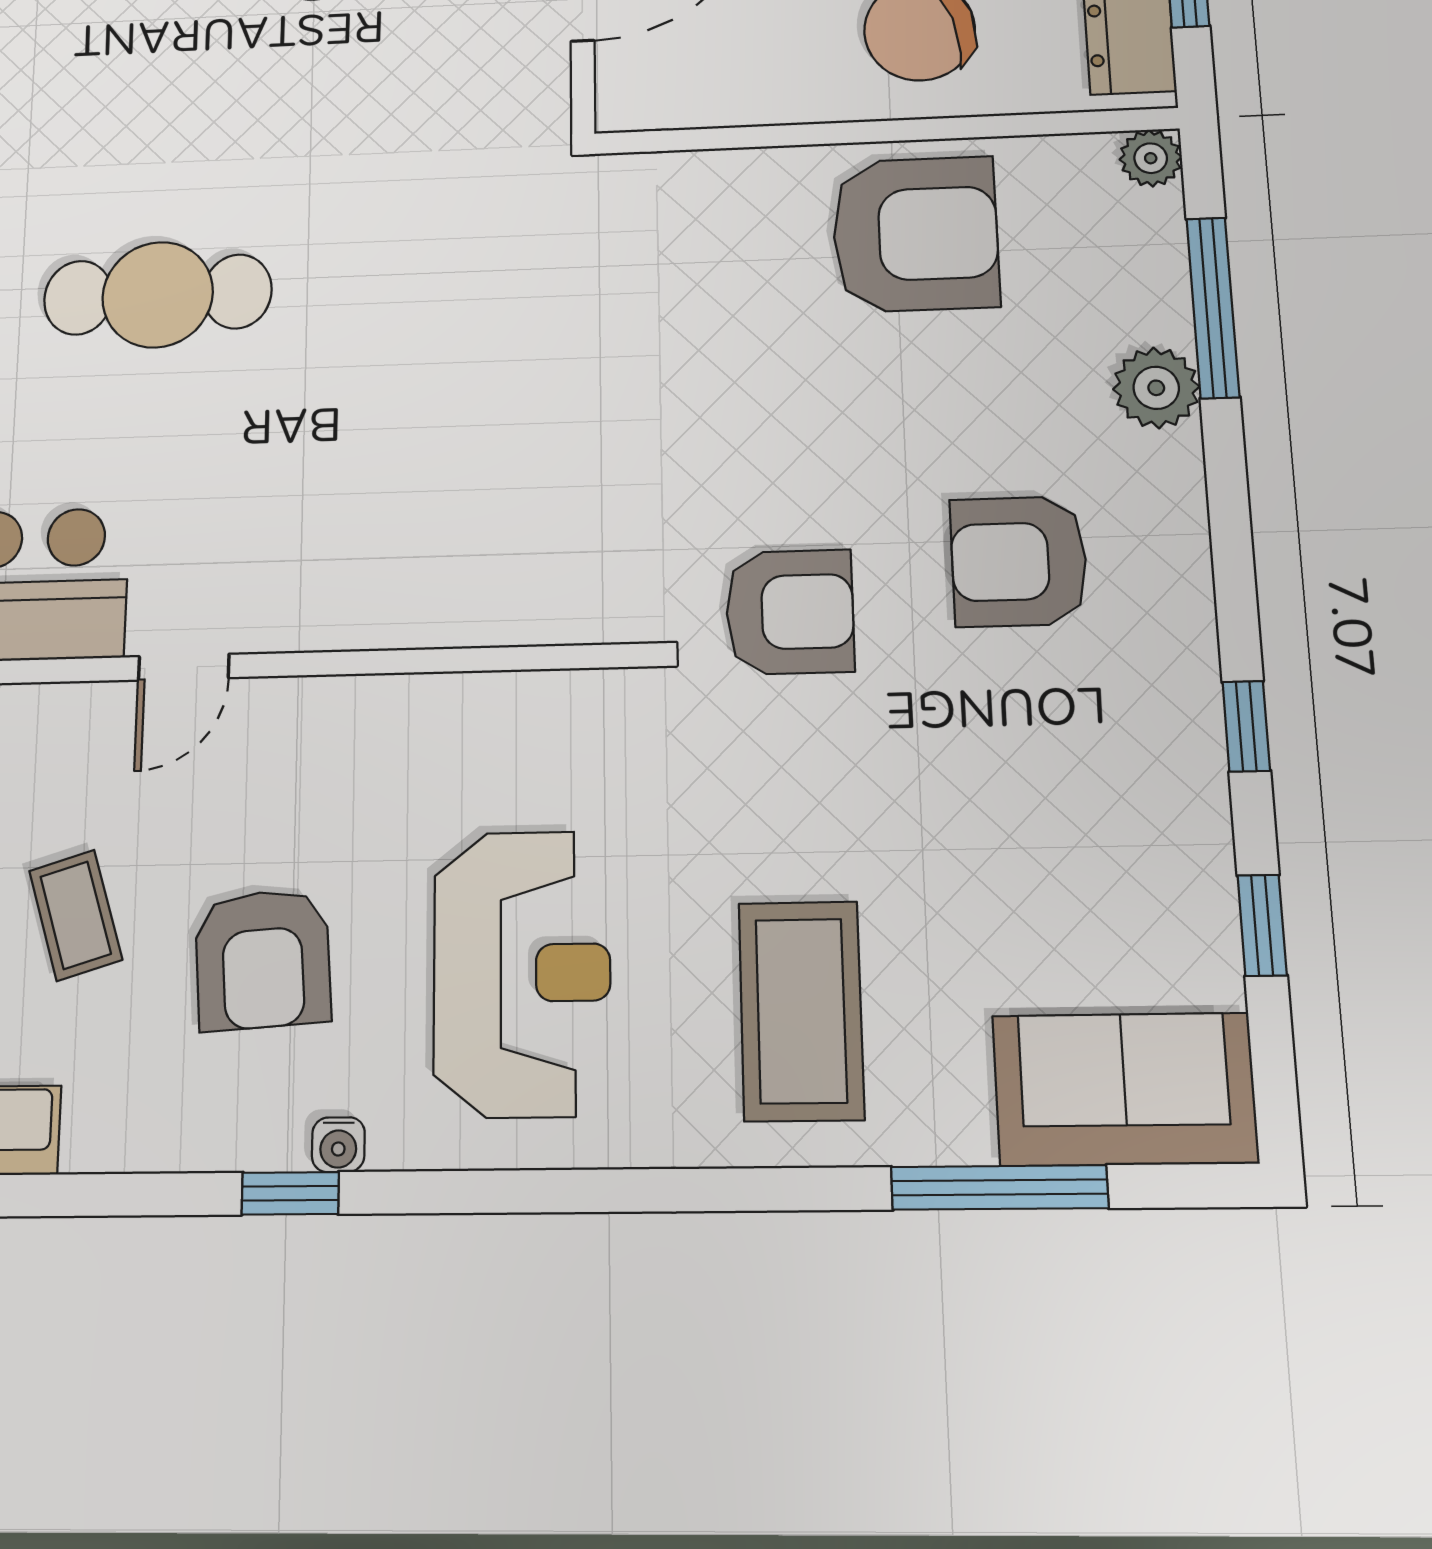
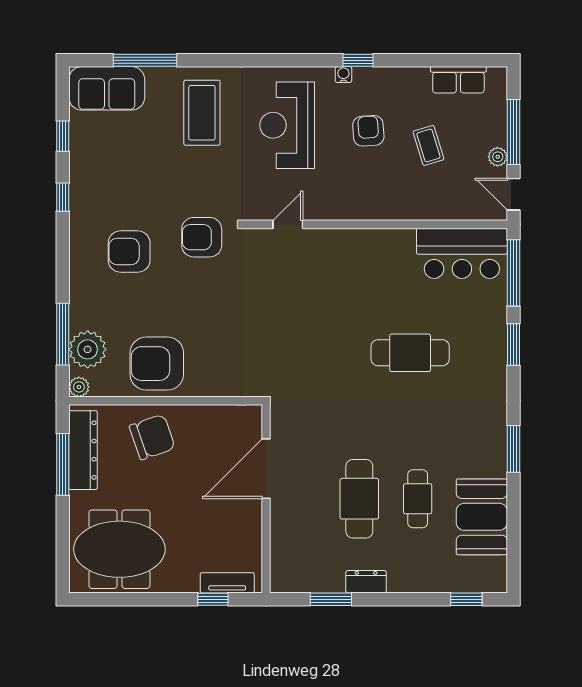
plant: (1156, 388) -> (88, 349), moved, width x1.36, depth x1.36
armchair: (1019, 561) -> (129, 252), turned 180
door: (184, 667) -> (288, 224), moved
armchair: (263, 959) -> (368, 131), width x0.72, depth x0.72

